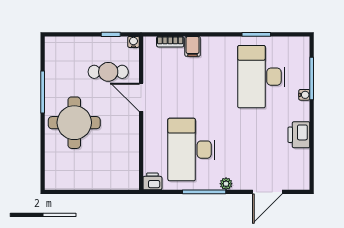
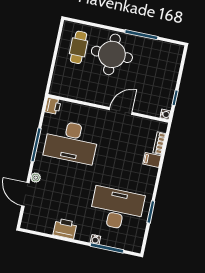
cafe table: (108, 72) -> (78, 47), moved
desk: (191, 150) -> (71, 142), turned 180
plant: (226, 184) -> (36, 178), moved

